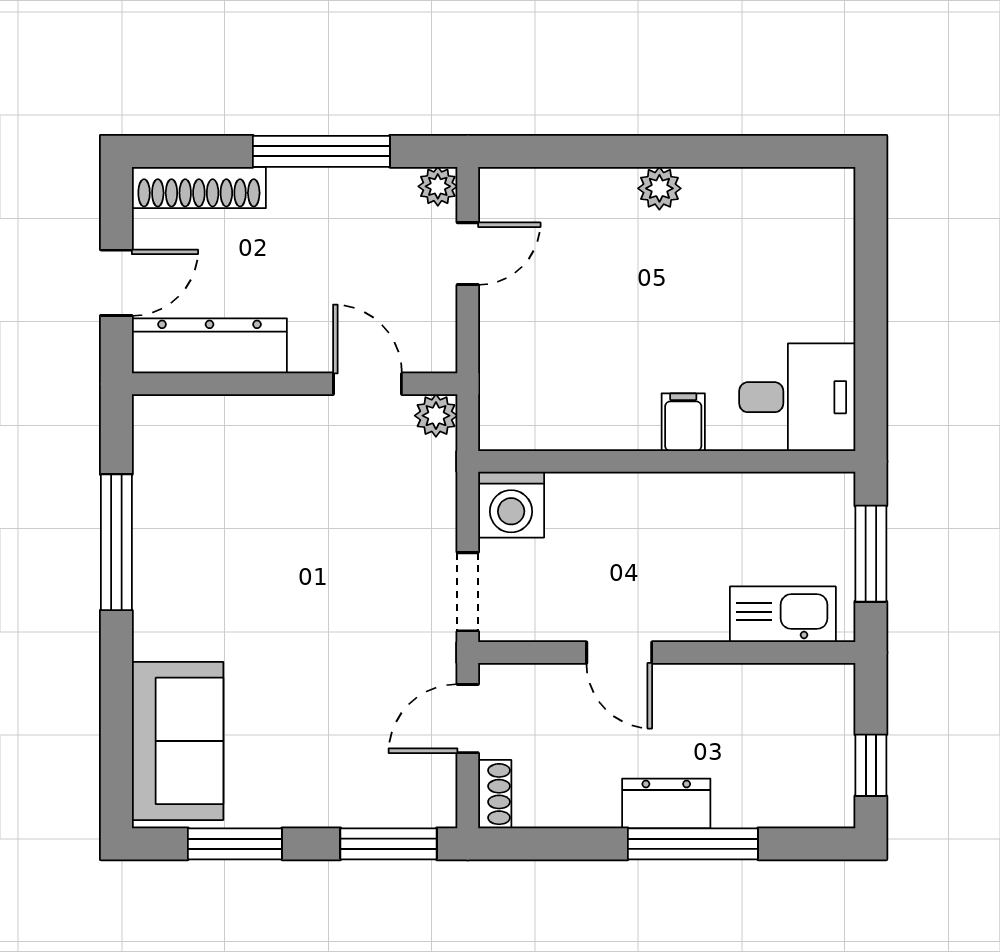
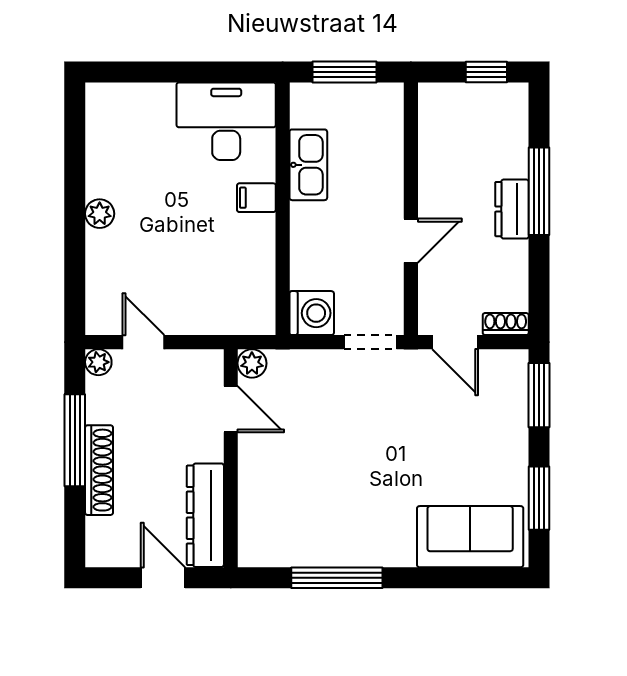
shoe rack: (199, 187) -> (99, 470), moved
door: (368, 384) -> (231, 409), swing flipped
desk: (797, 397) -> (226, 121), width x1.37
kitchen sink: (783, 614) -> (308, 165), moved, turned 180

